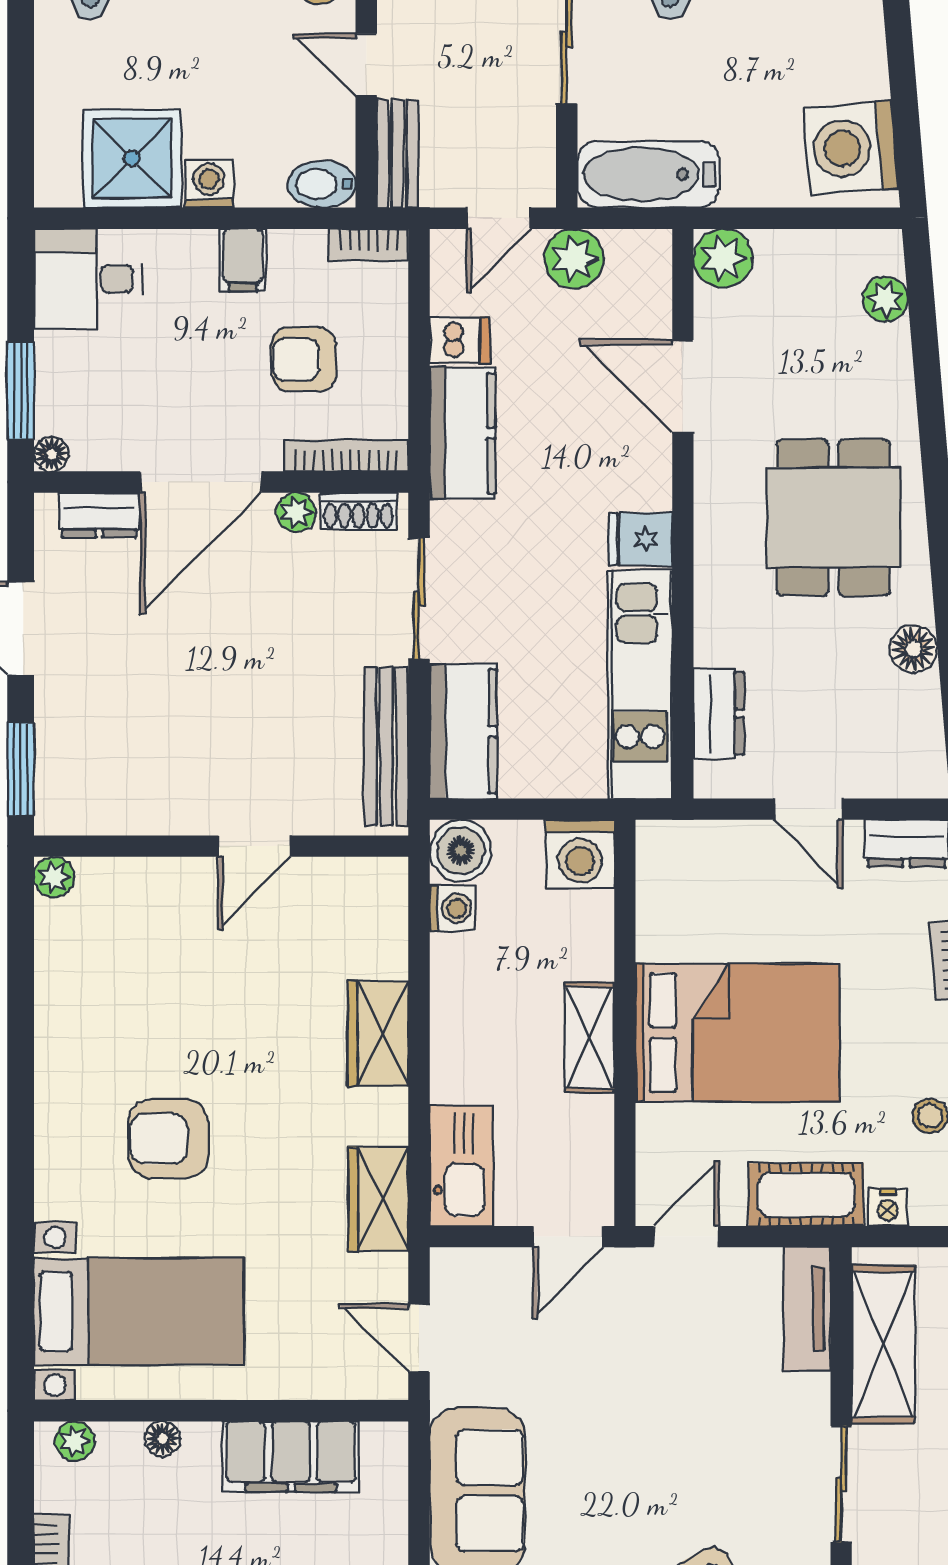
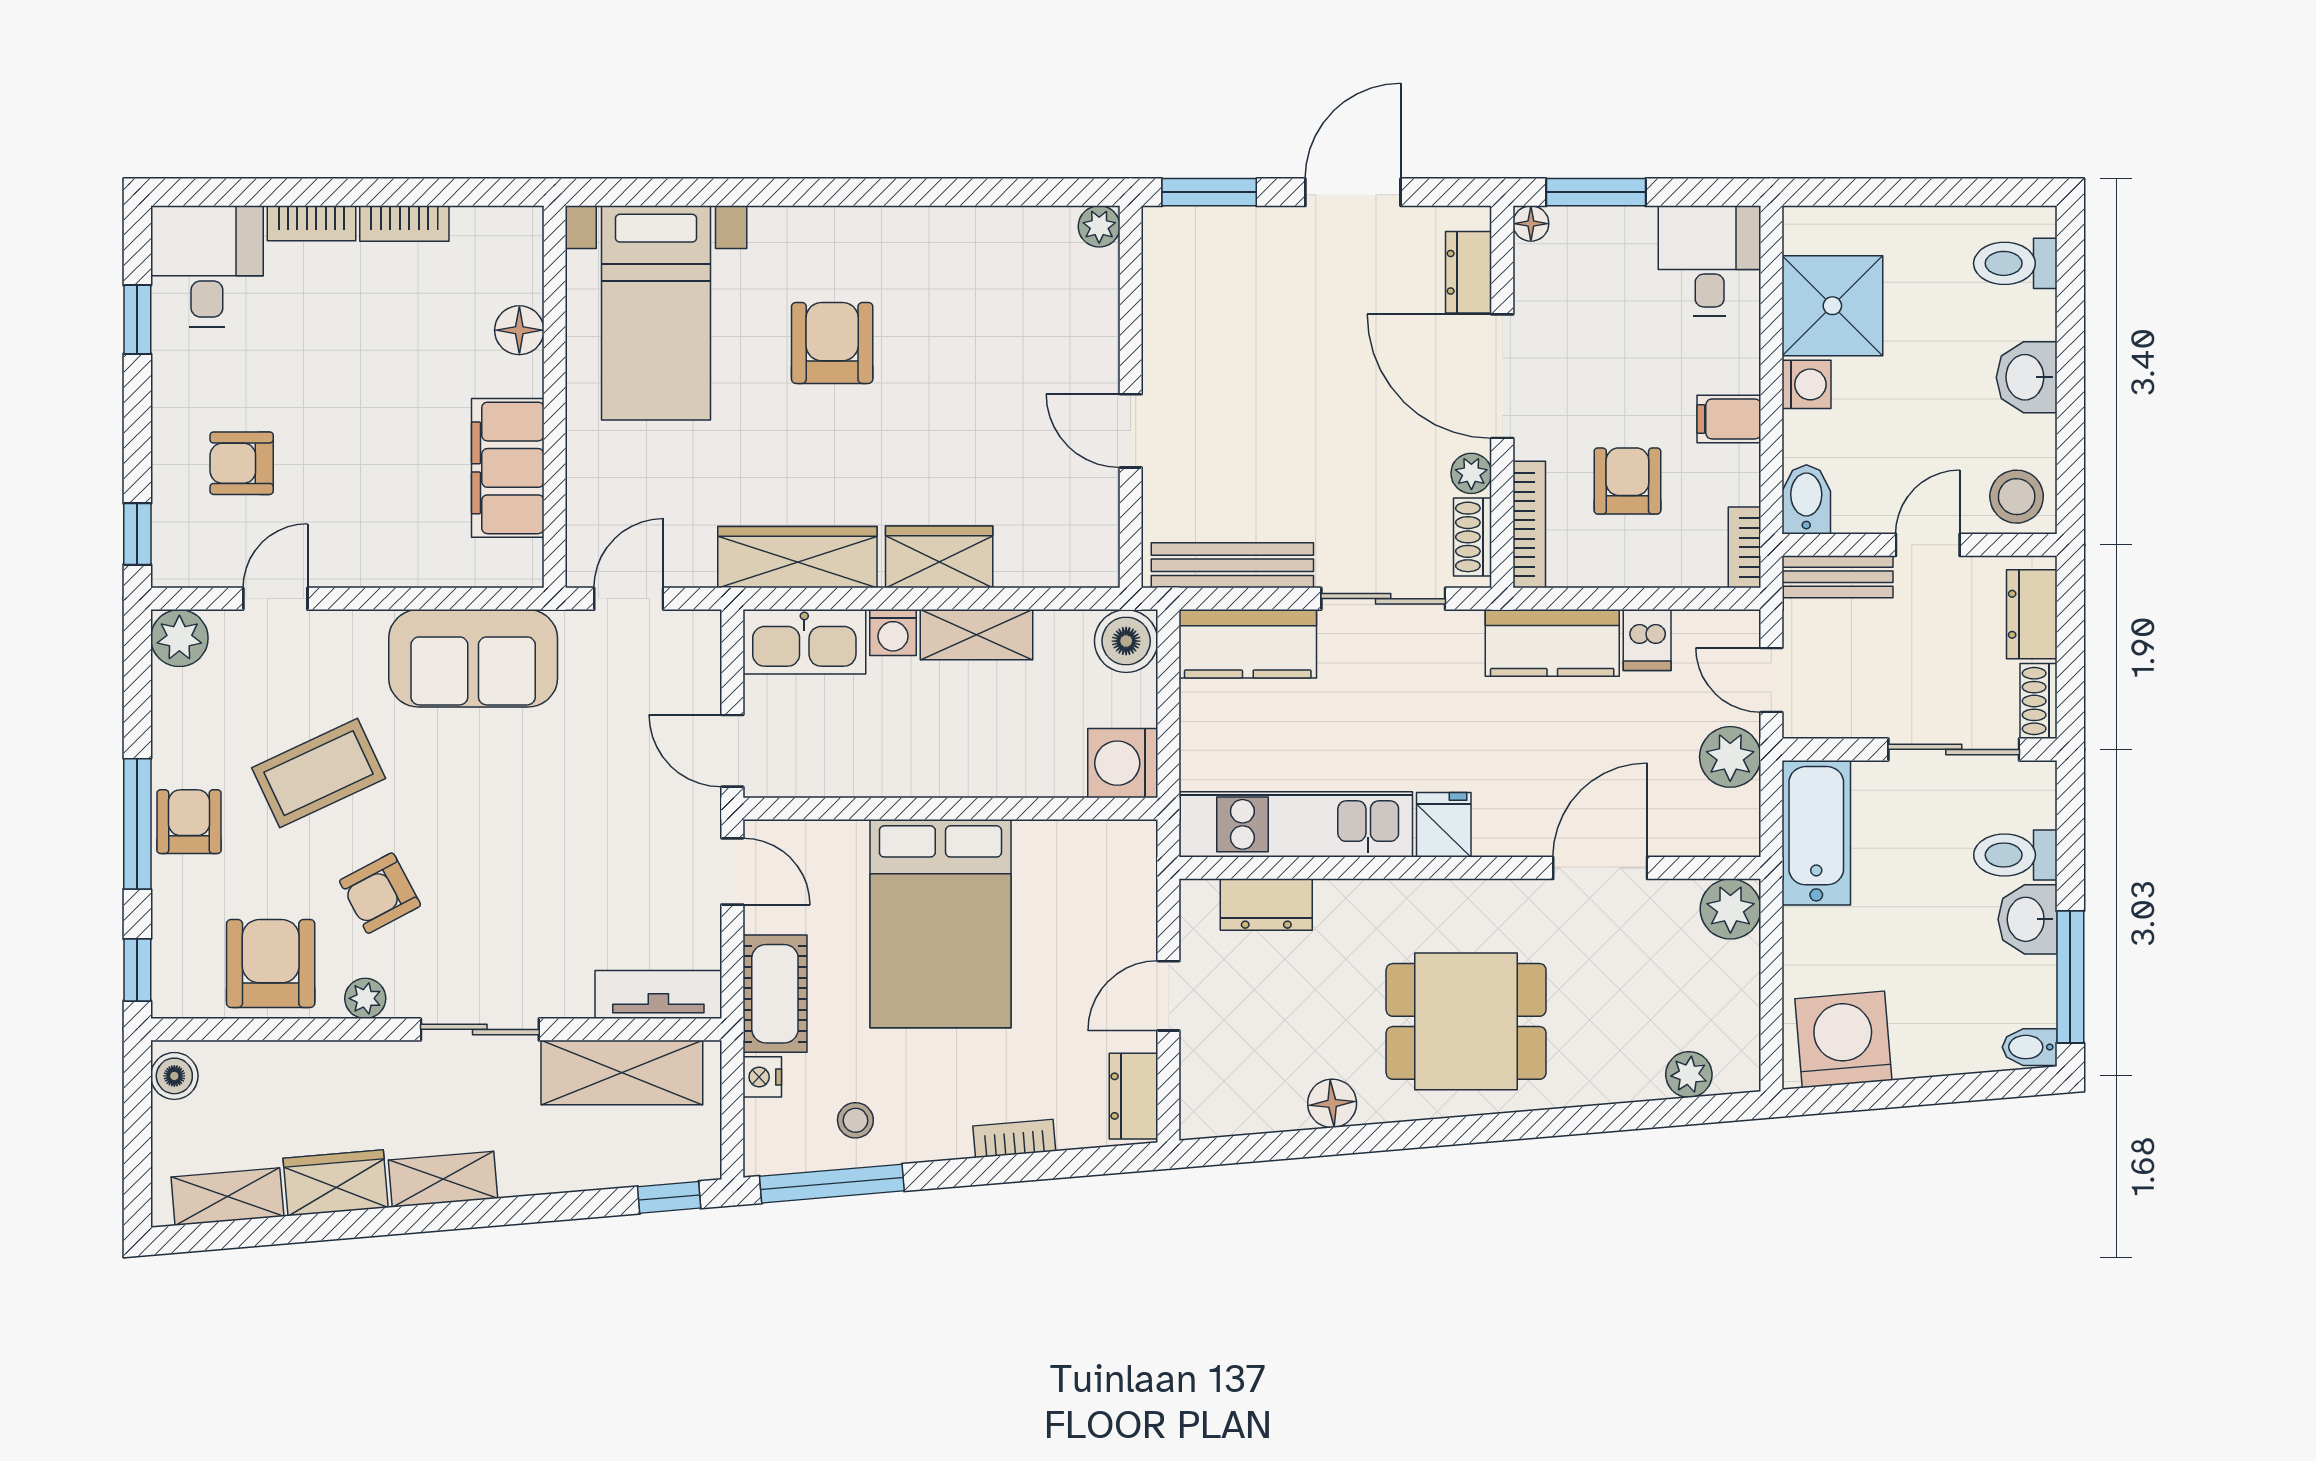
washing machine: (452, 908) -> (893, 633), moved
shelving: (590, 1038) -> (977, 635), moved
wardrobe: (378, 1199) -> (797, 557), width x1.50
floor lamp: (162, 1439) -> (519, 330), width x1.37, depth x1.37
plant: (75, 1441) -> (524, 247), removed

